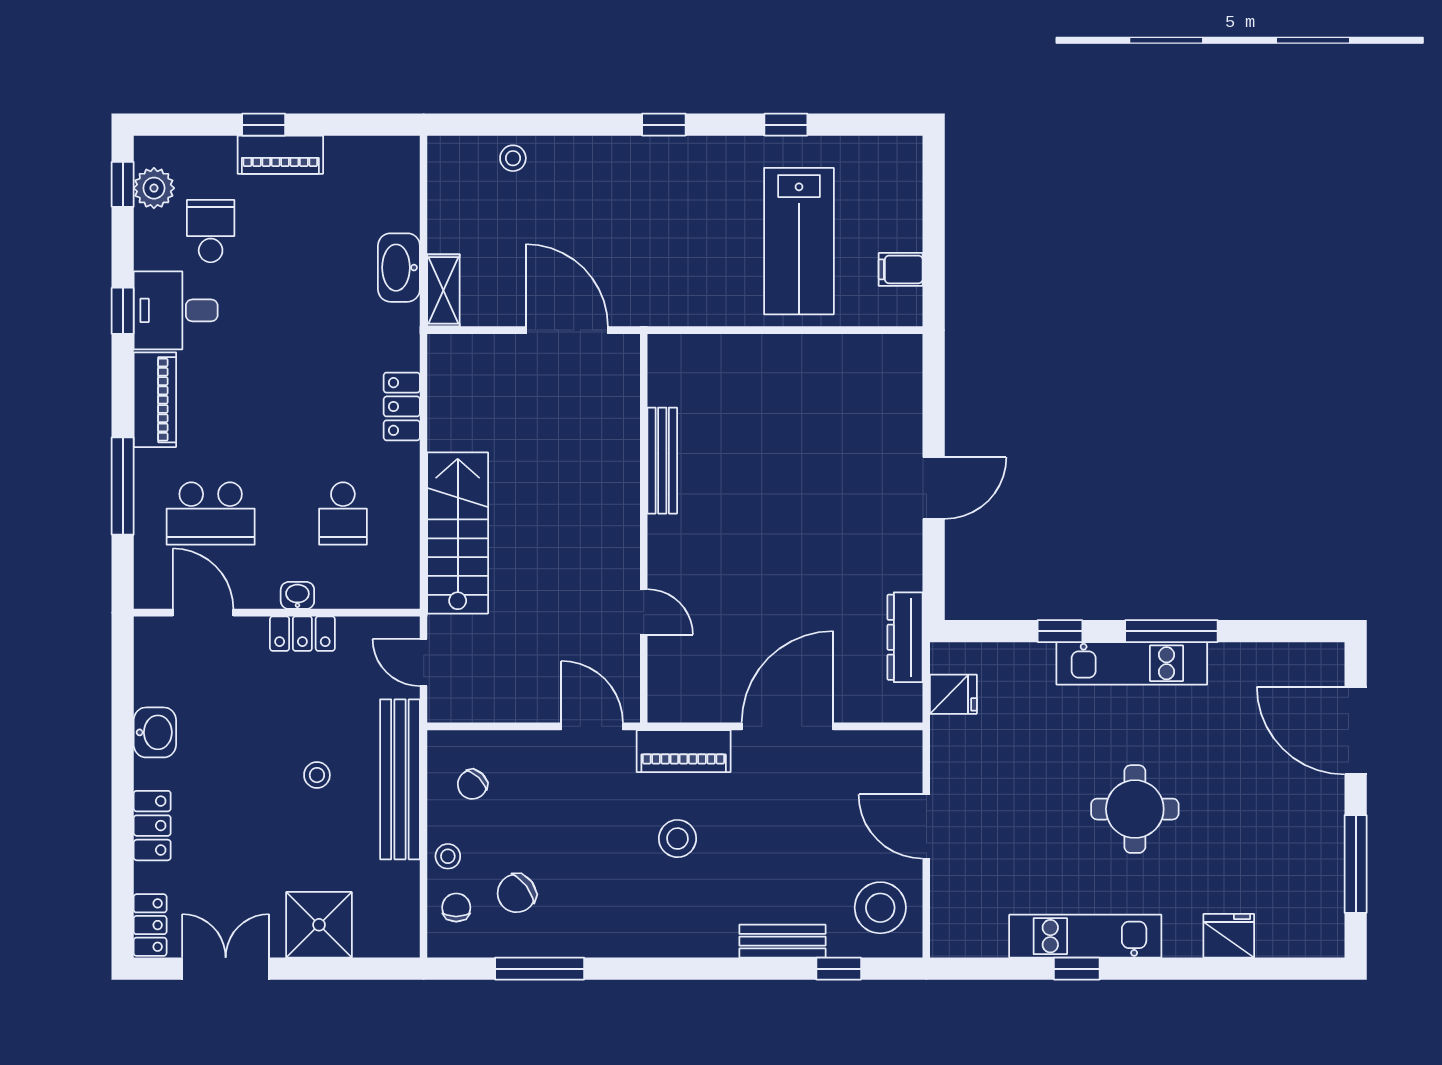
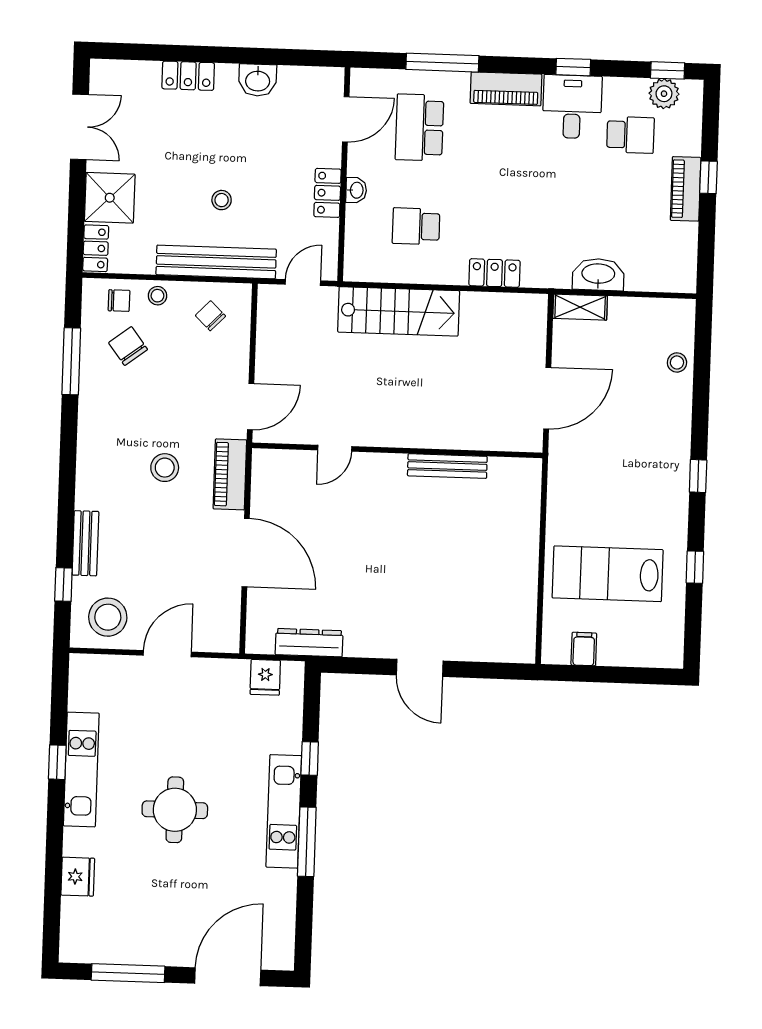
locker: (150, 925) -> (96, 248), moved, turned -90

